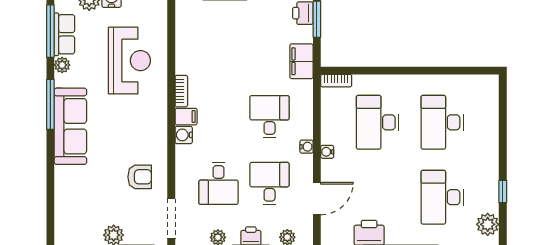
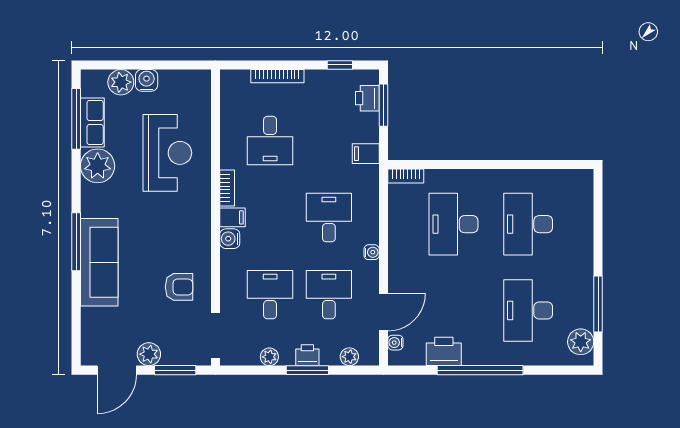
desk: (219, 50) -> (270, 140), added
filing cabinet: (301, 61) -> (366, 154), width x0.50
plant: (62, 65) -> (98, 166), width x1.88, depth x1.88
window: (50, 104) -> (76, 242), moved
sofa: (70, 126) -> (99, 262), moved
water cooler: (327, 152) -> (395, 343), moved
desk: (219, 183) -> (270, 295), turned 180
window: (503, 192) -> (598, 304), width x2.17

